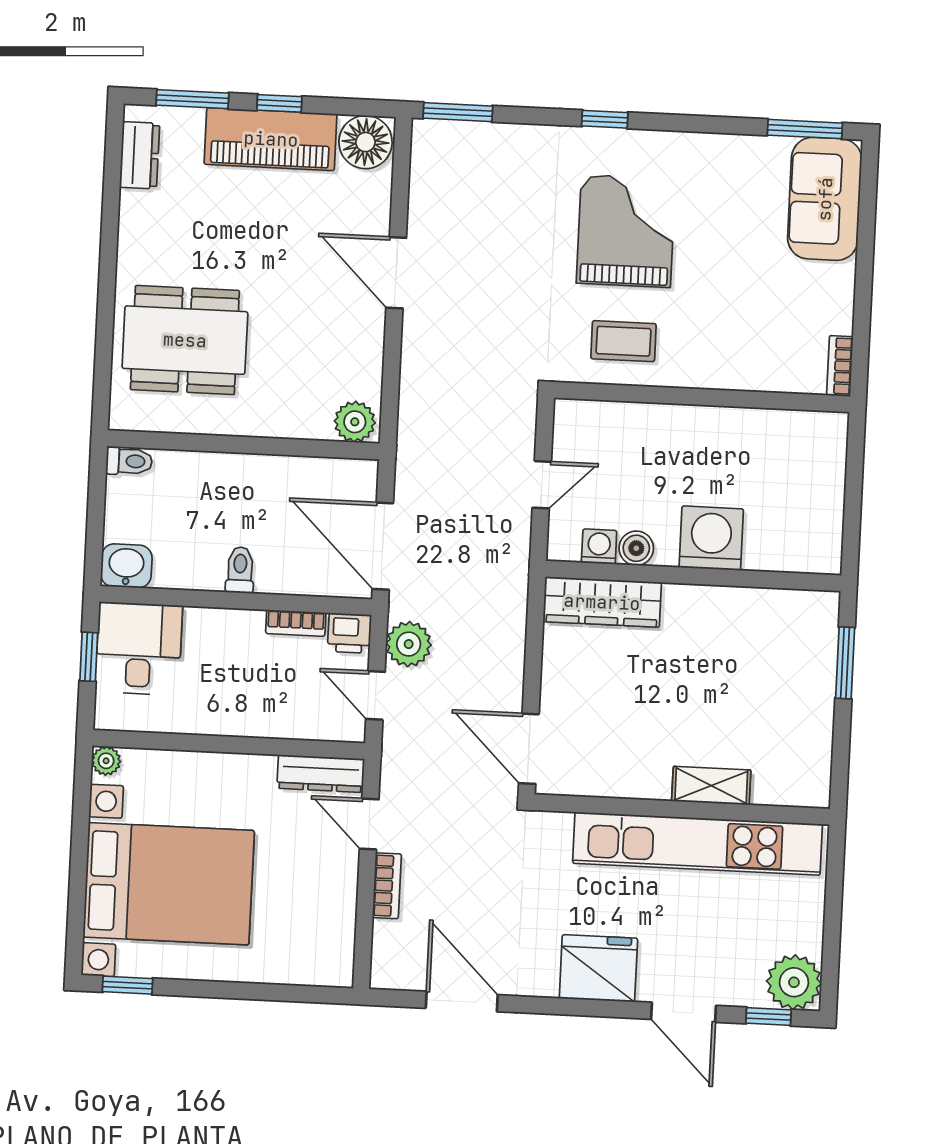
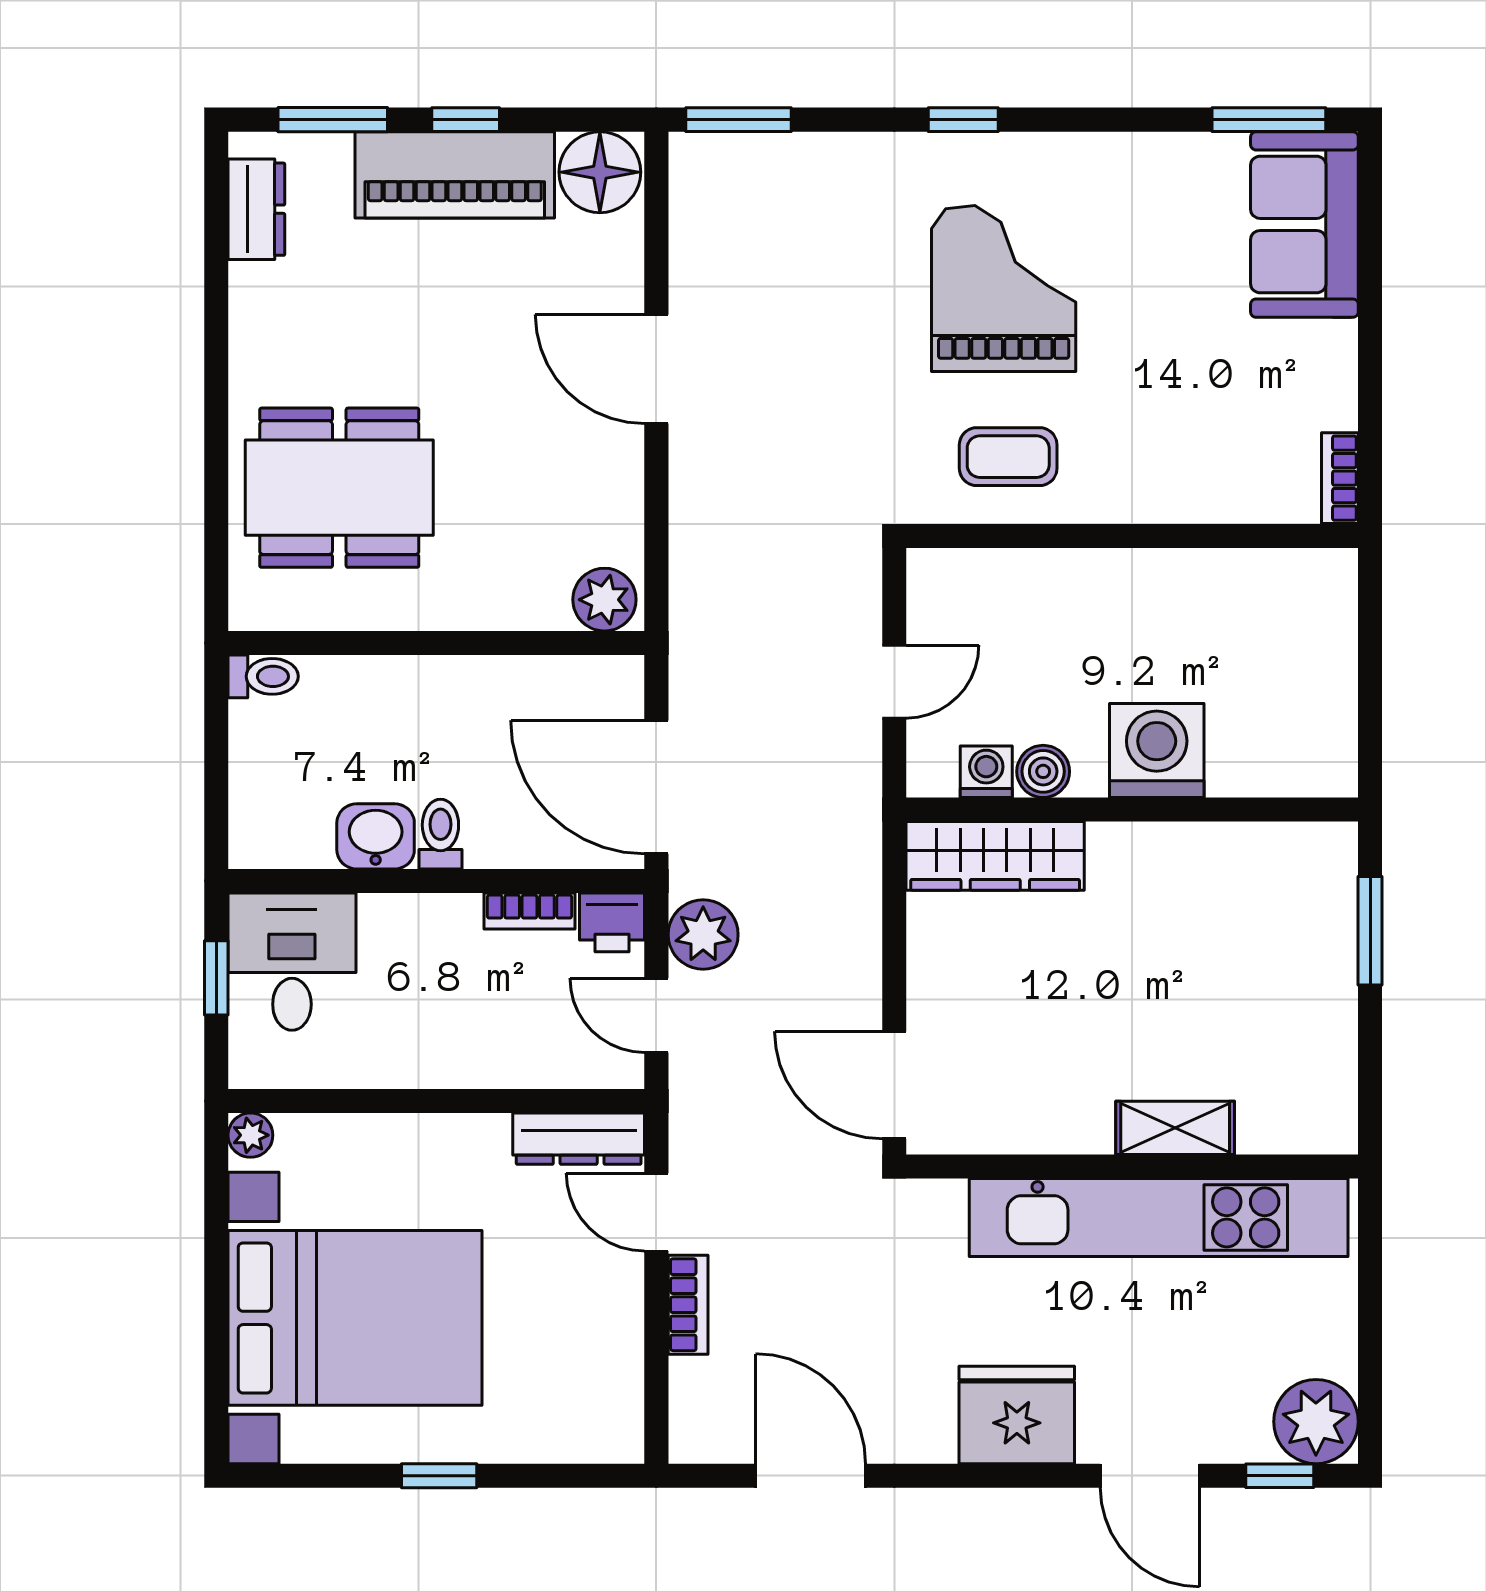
washbasin: (126, 566) -> (376, 836), moved
window: (128, 985) -> (439, 1476), moved

